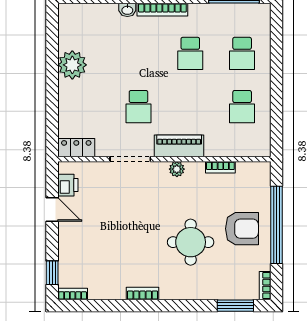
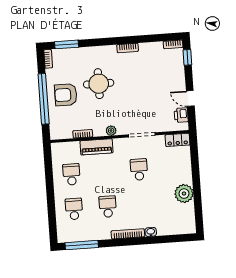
piano: (179, 146) -> (97, 147), moved

